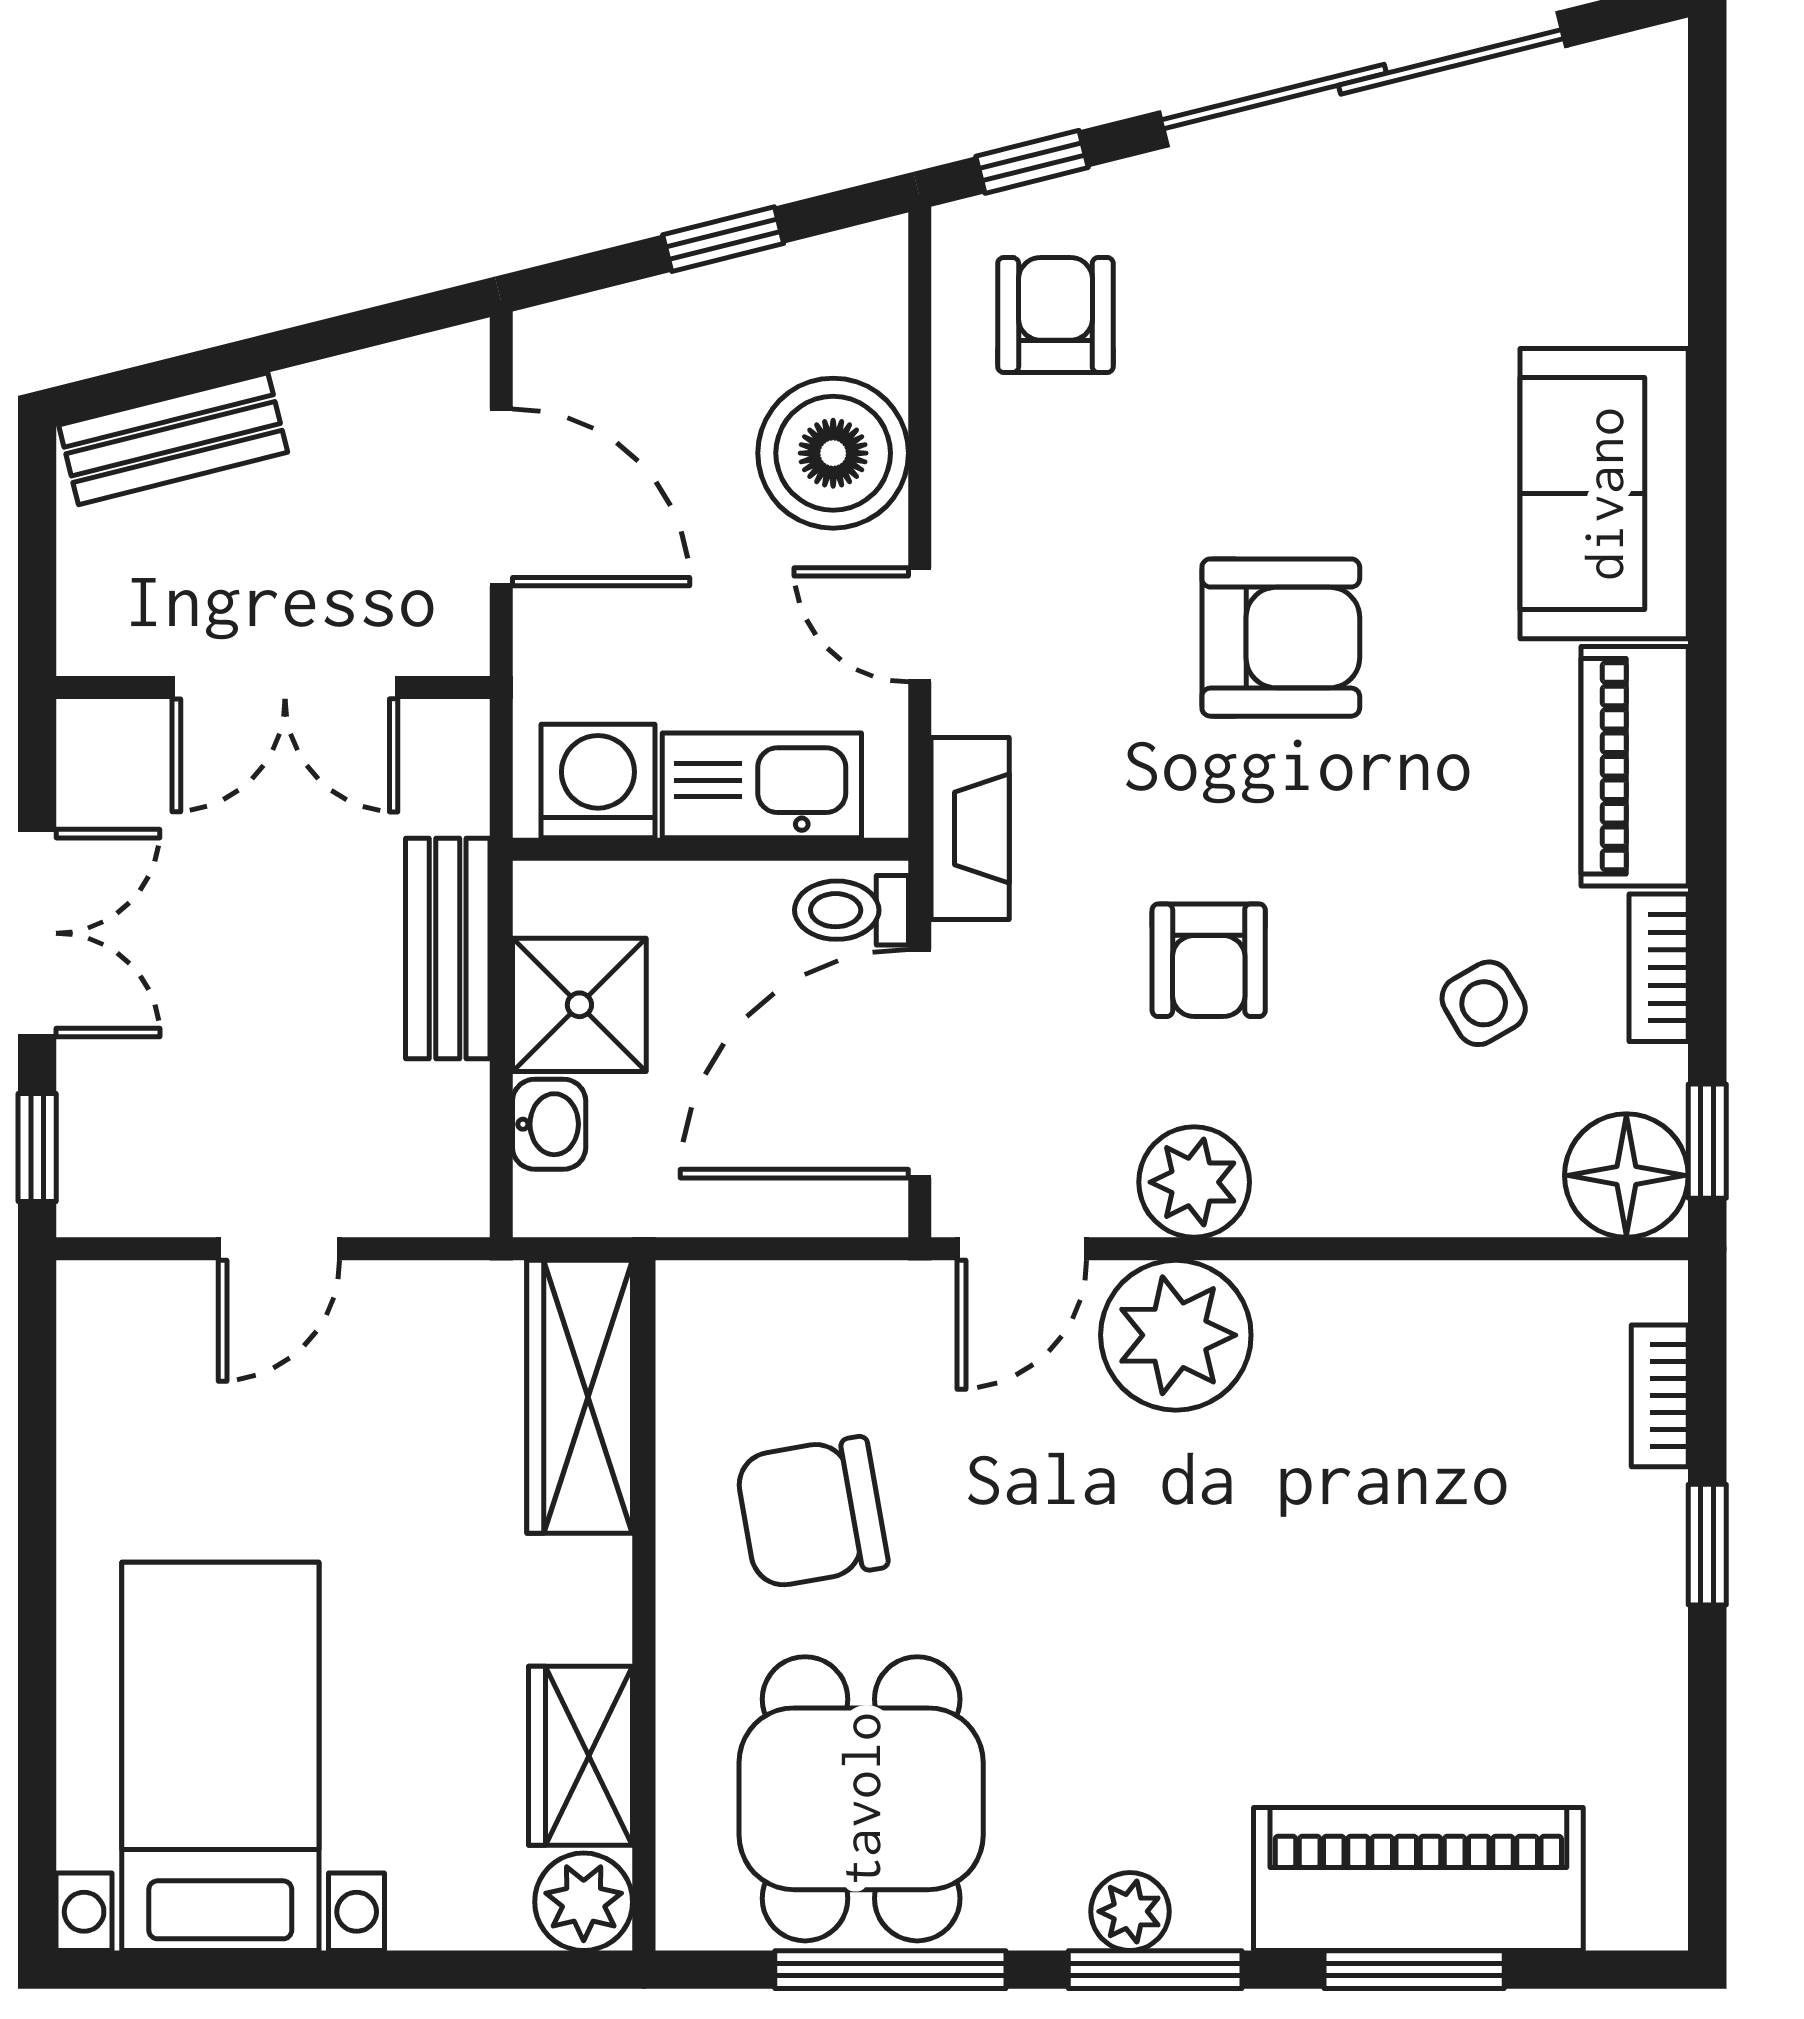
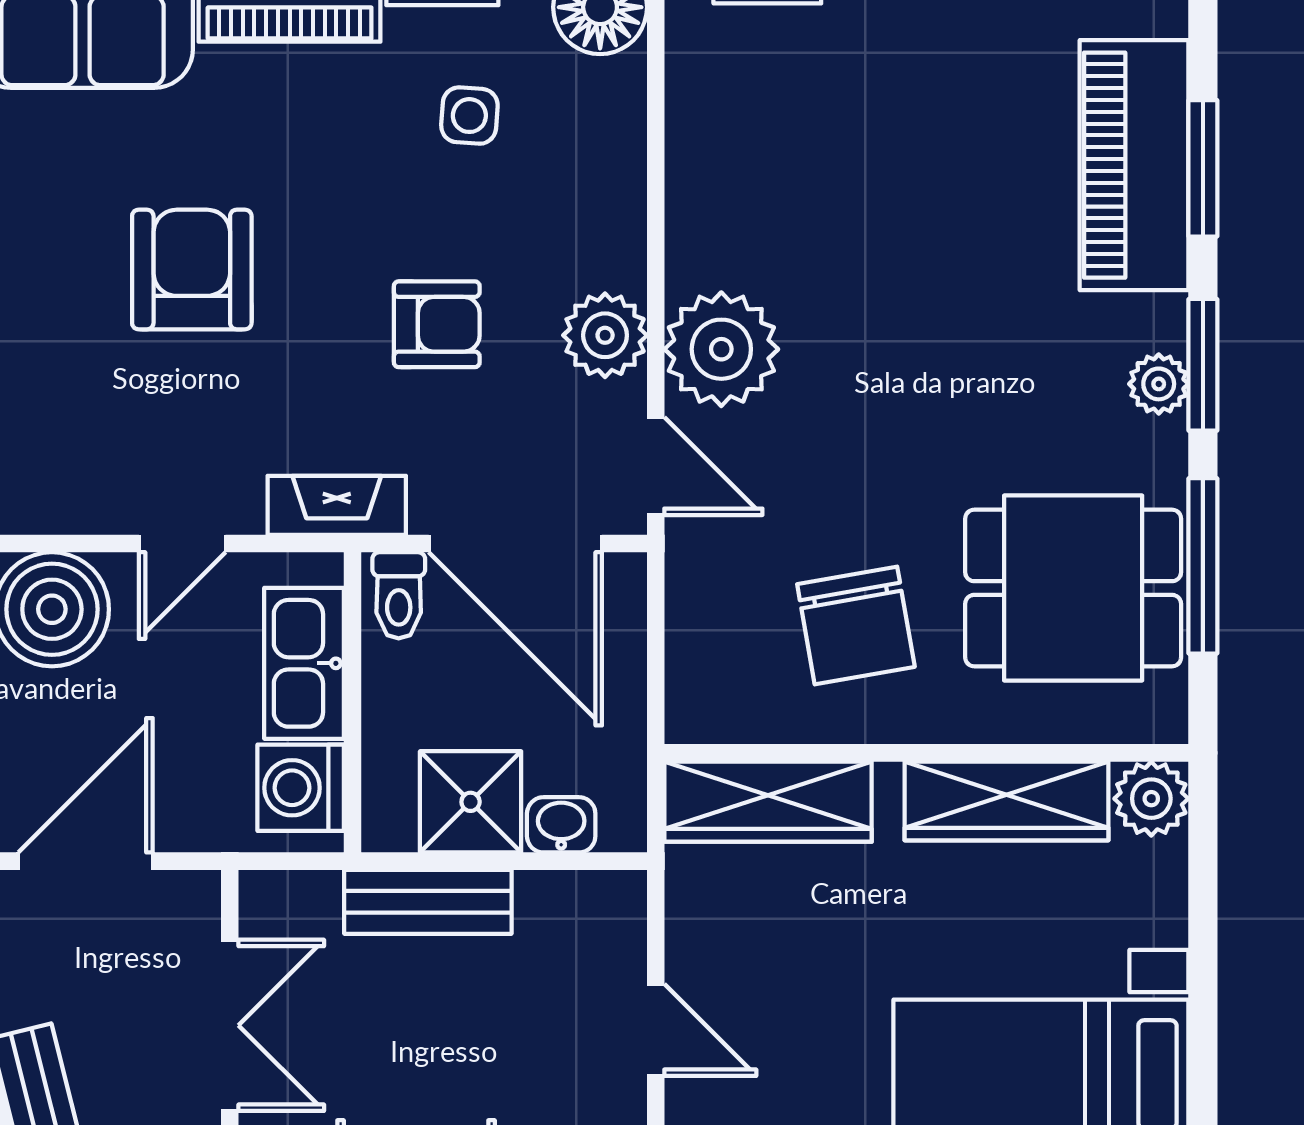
side table: (1484, 1003) -> (469, 116), turned 34
wardrobe: (581, 1756) -> (1007, 801), width x1.50

